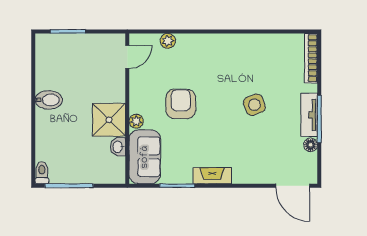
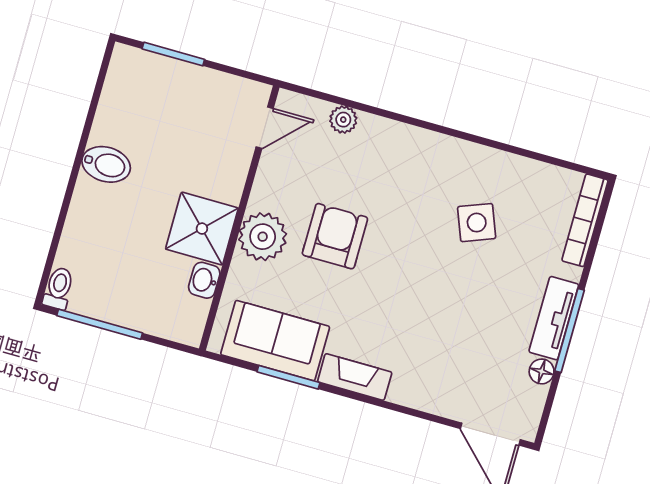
side table: (254, 105) -> (477, 223), moved
plant: (136, 121) -> (263, 237), width x1.87, depth x1.87
sofa: (145, 157) -> (275, 341), moved, turned -90

